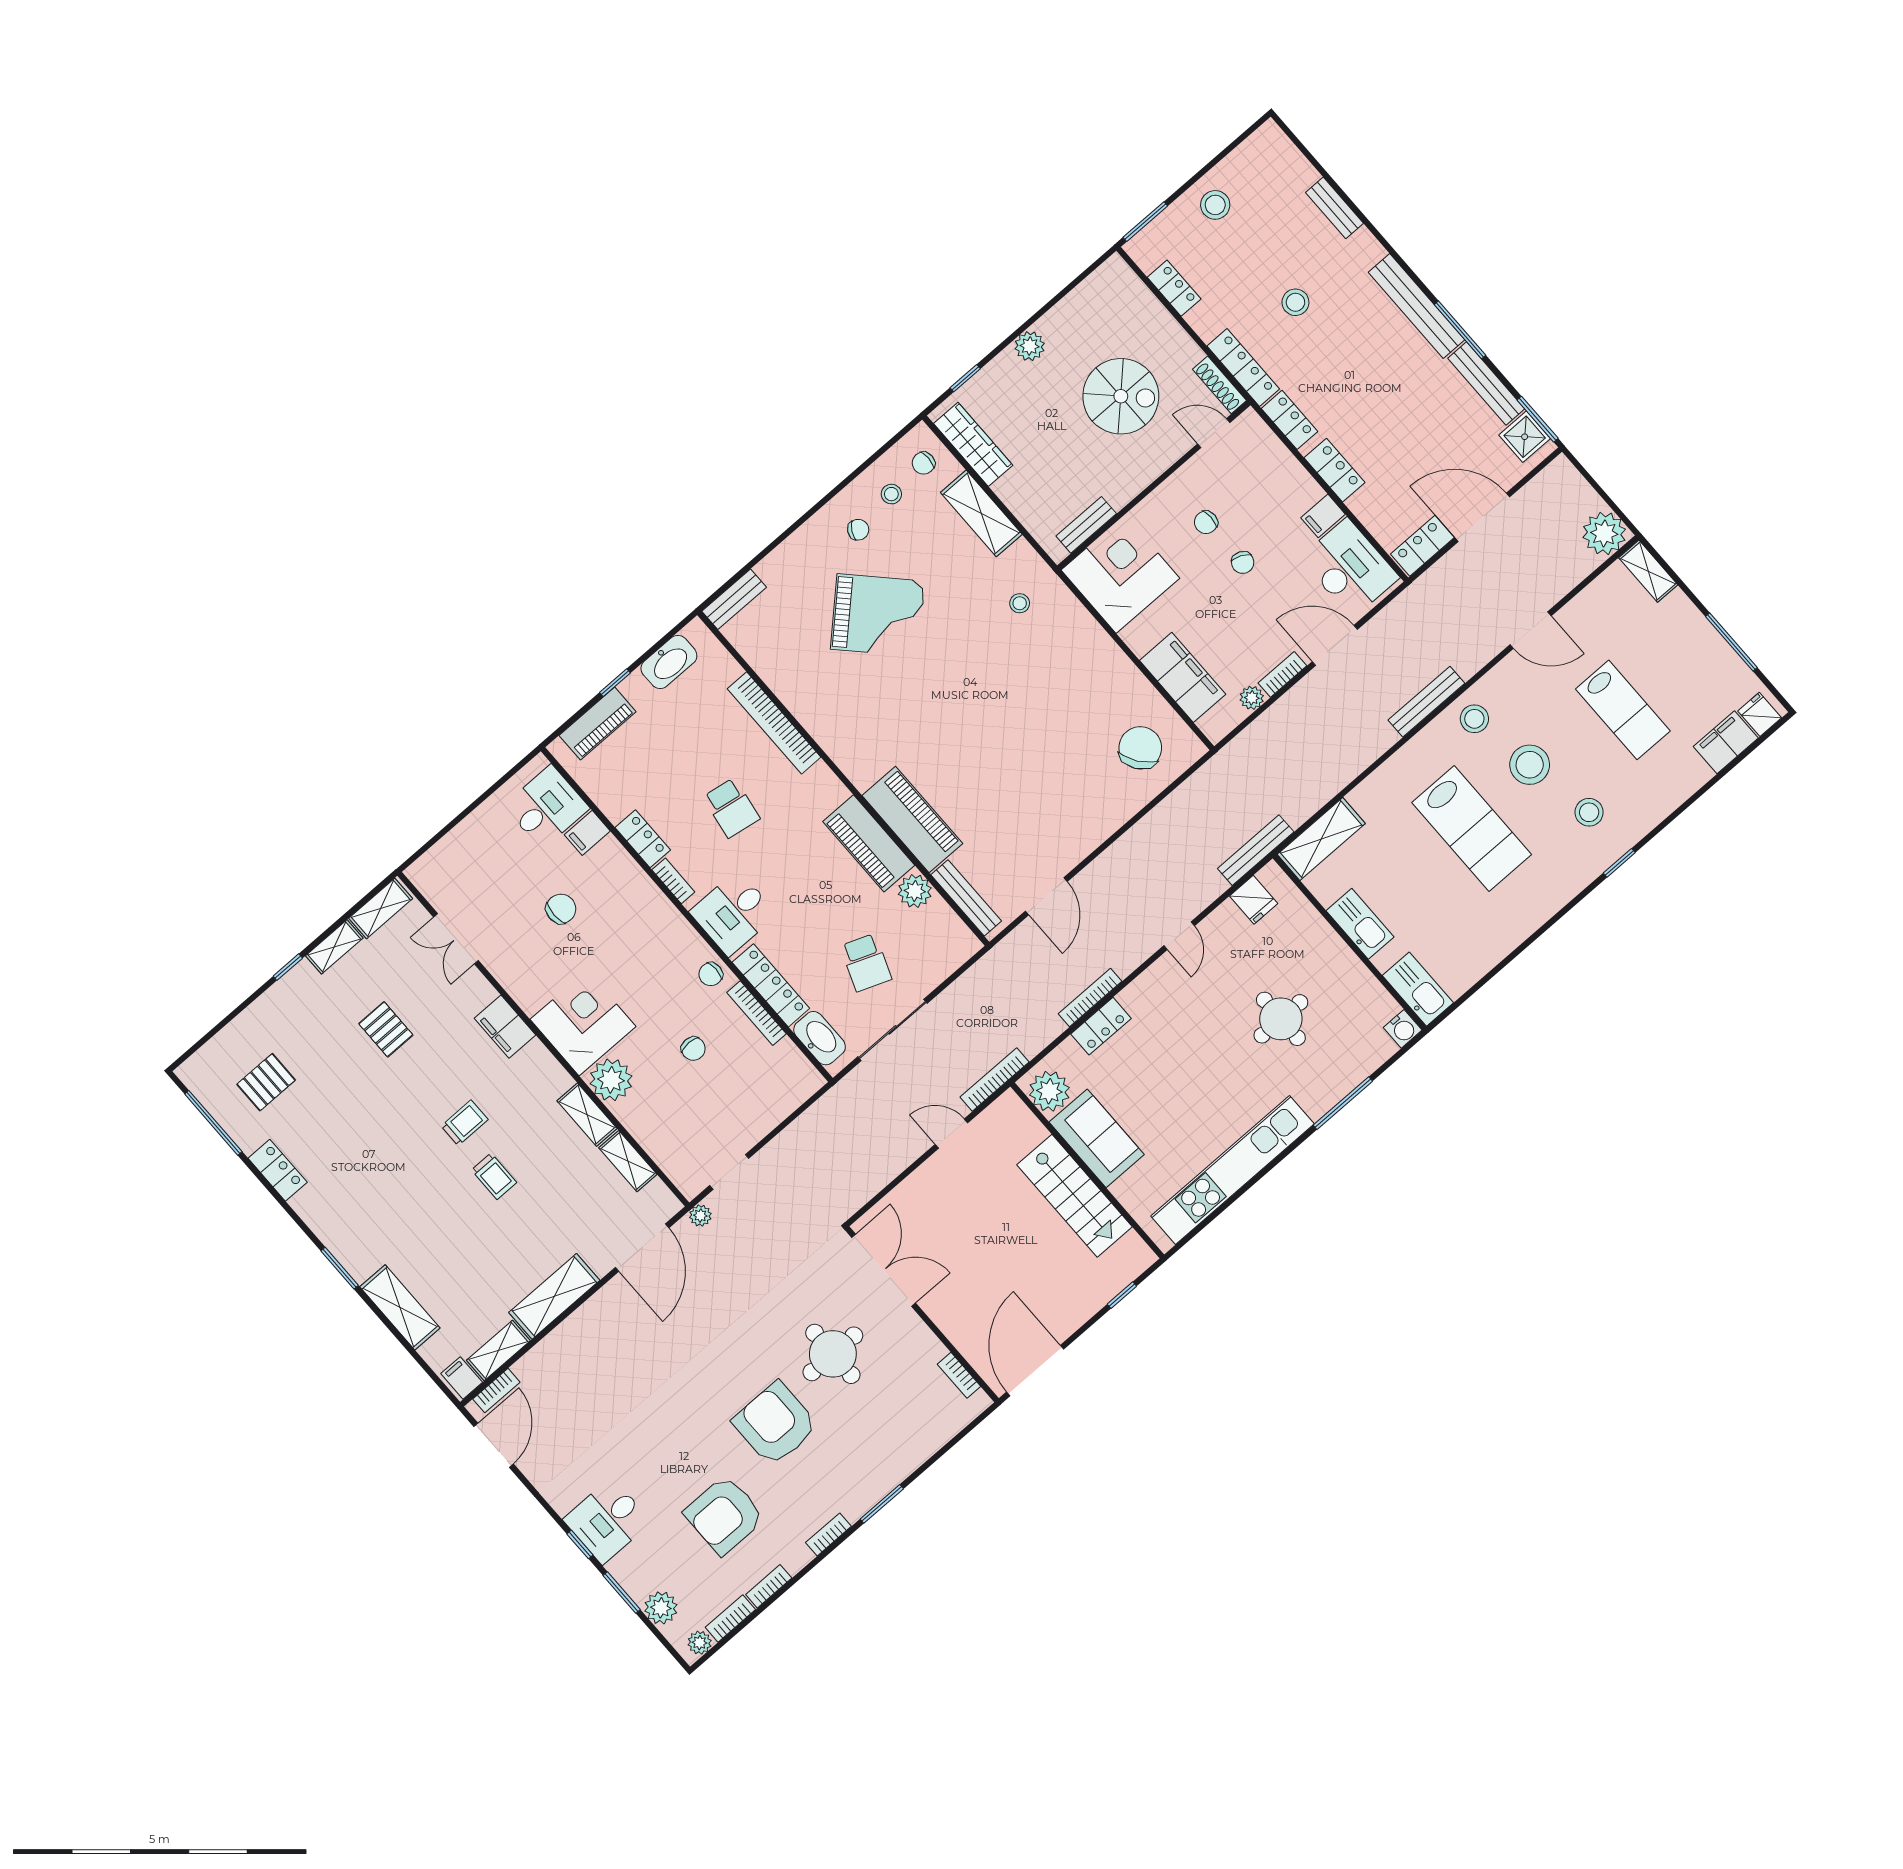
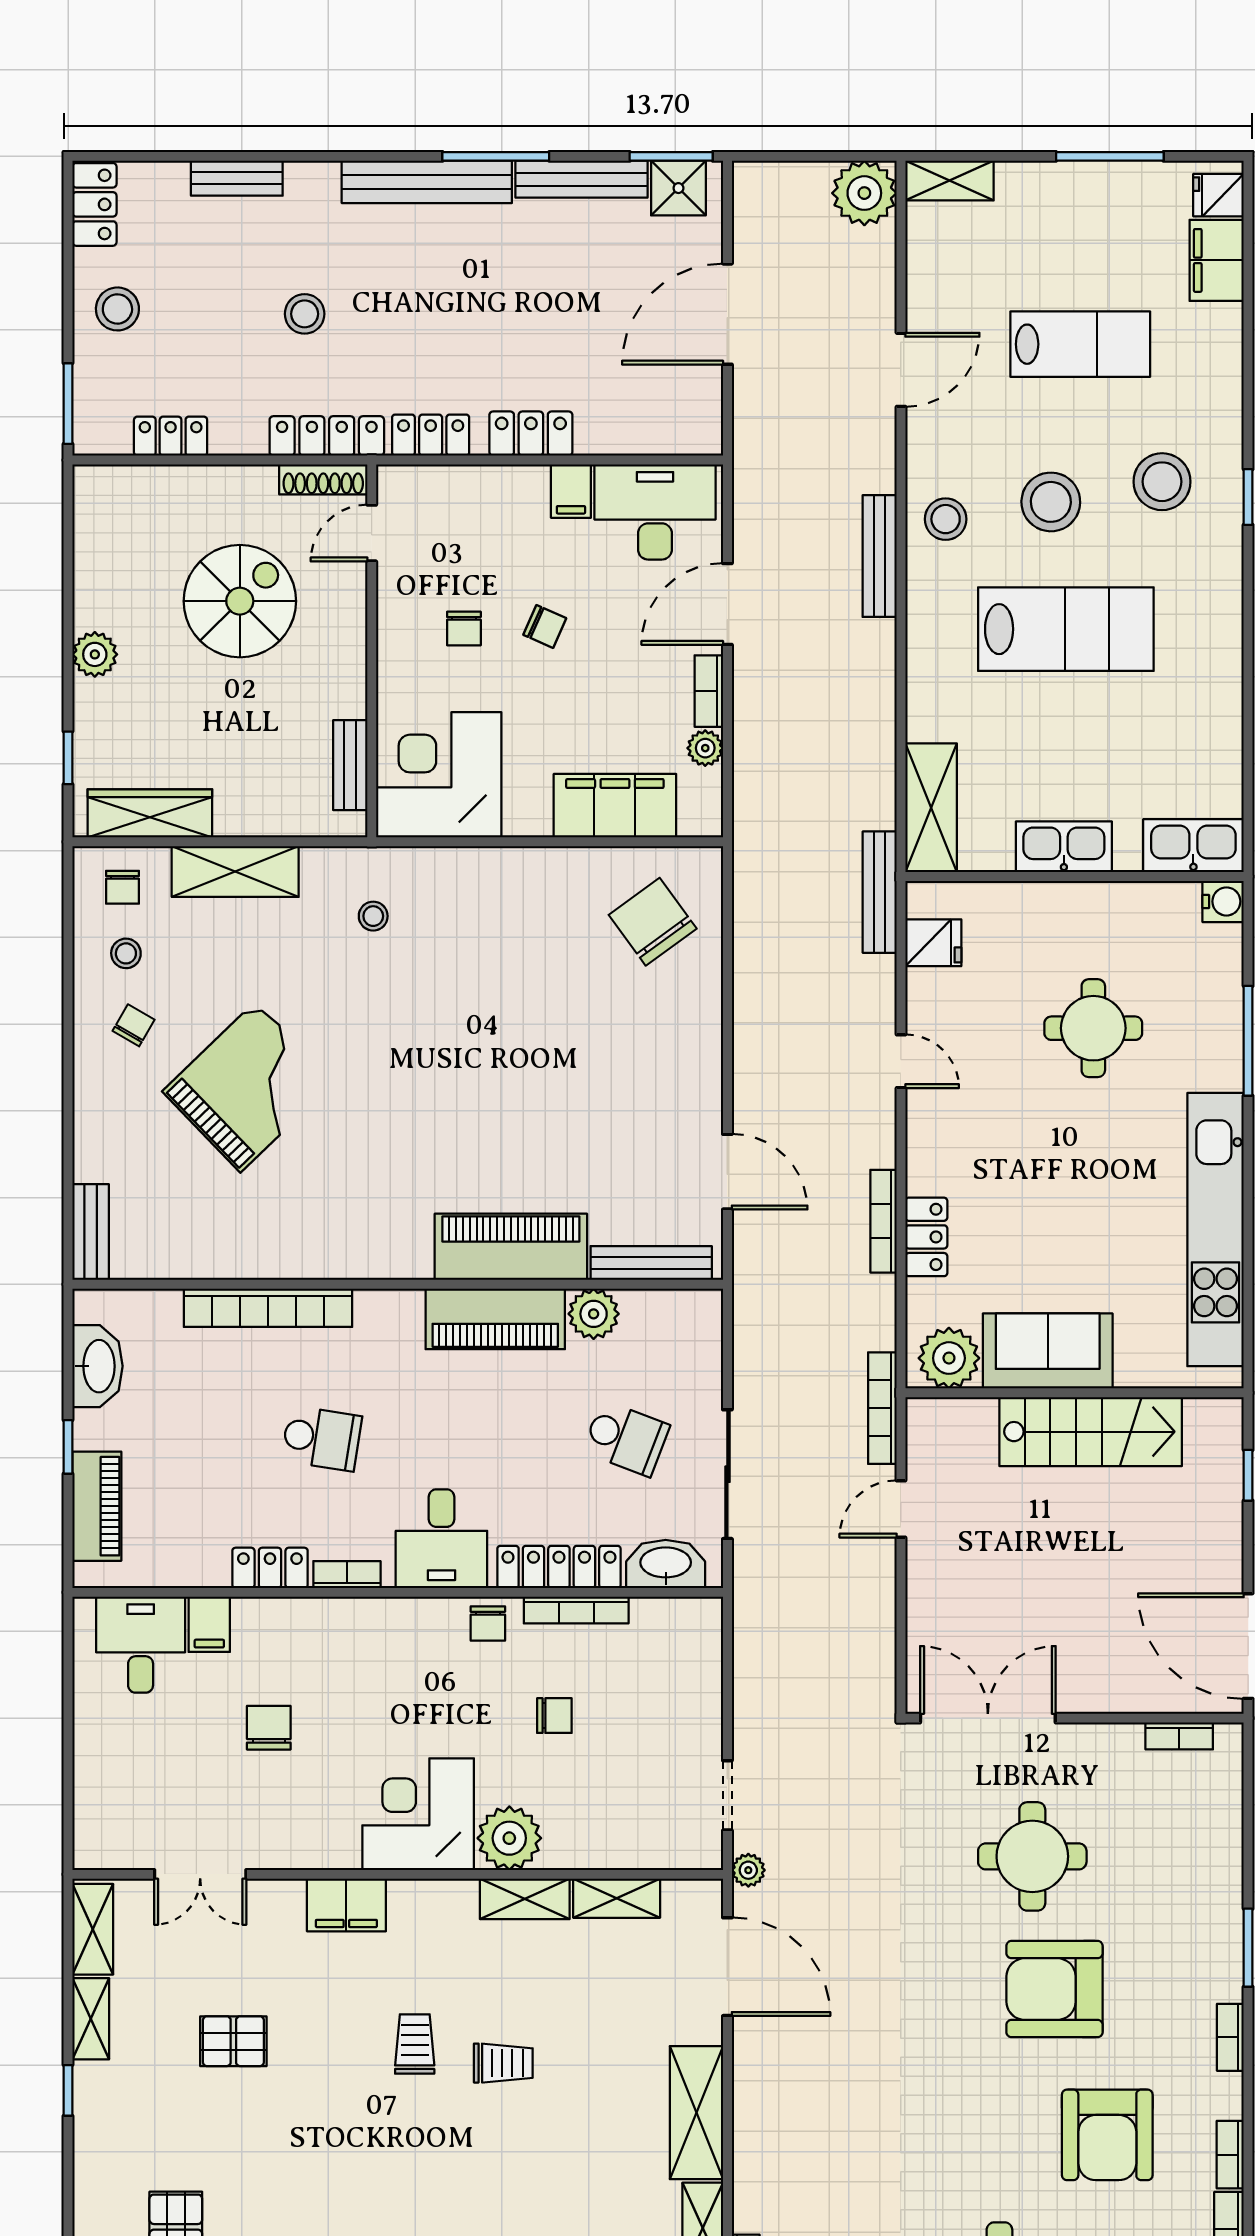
locker: (1422, 546) -> (94, 204), moved, turned 180
stool: (1589, 812) -> (1162, 482), width x1.38, depth x1.38

